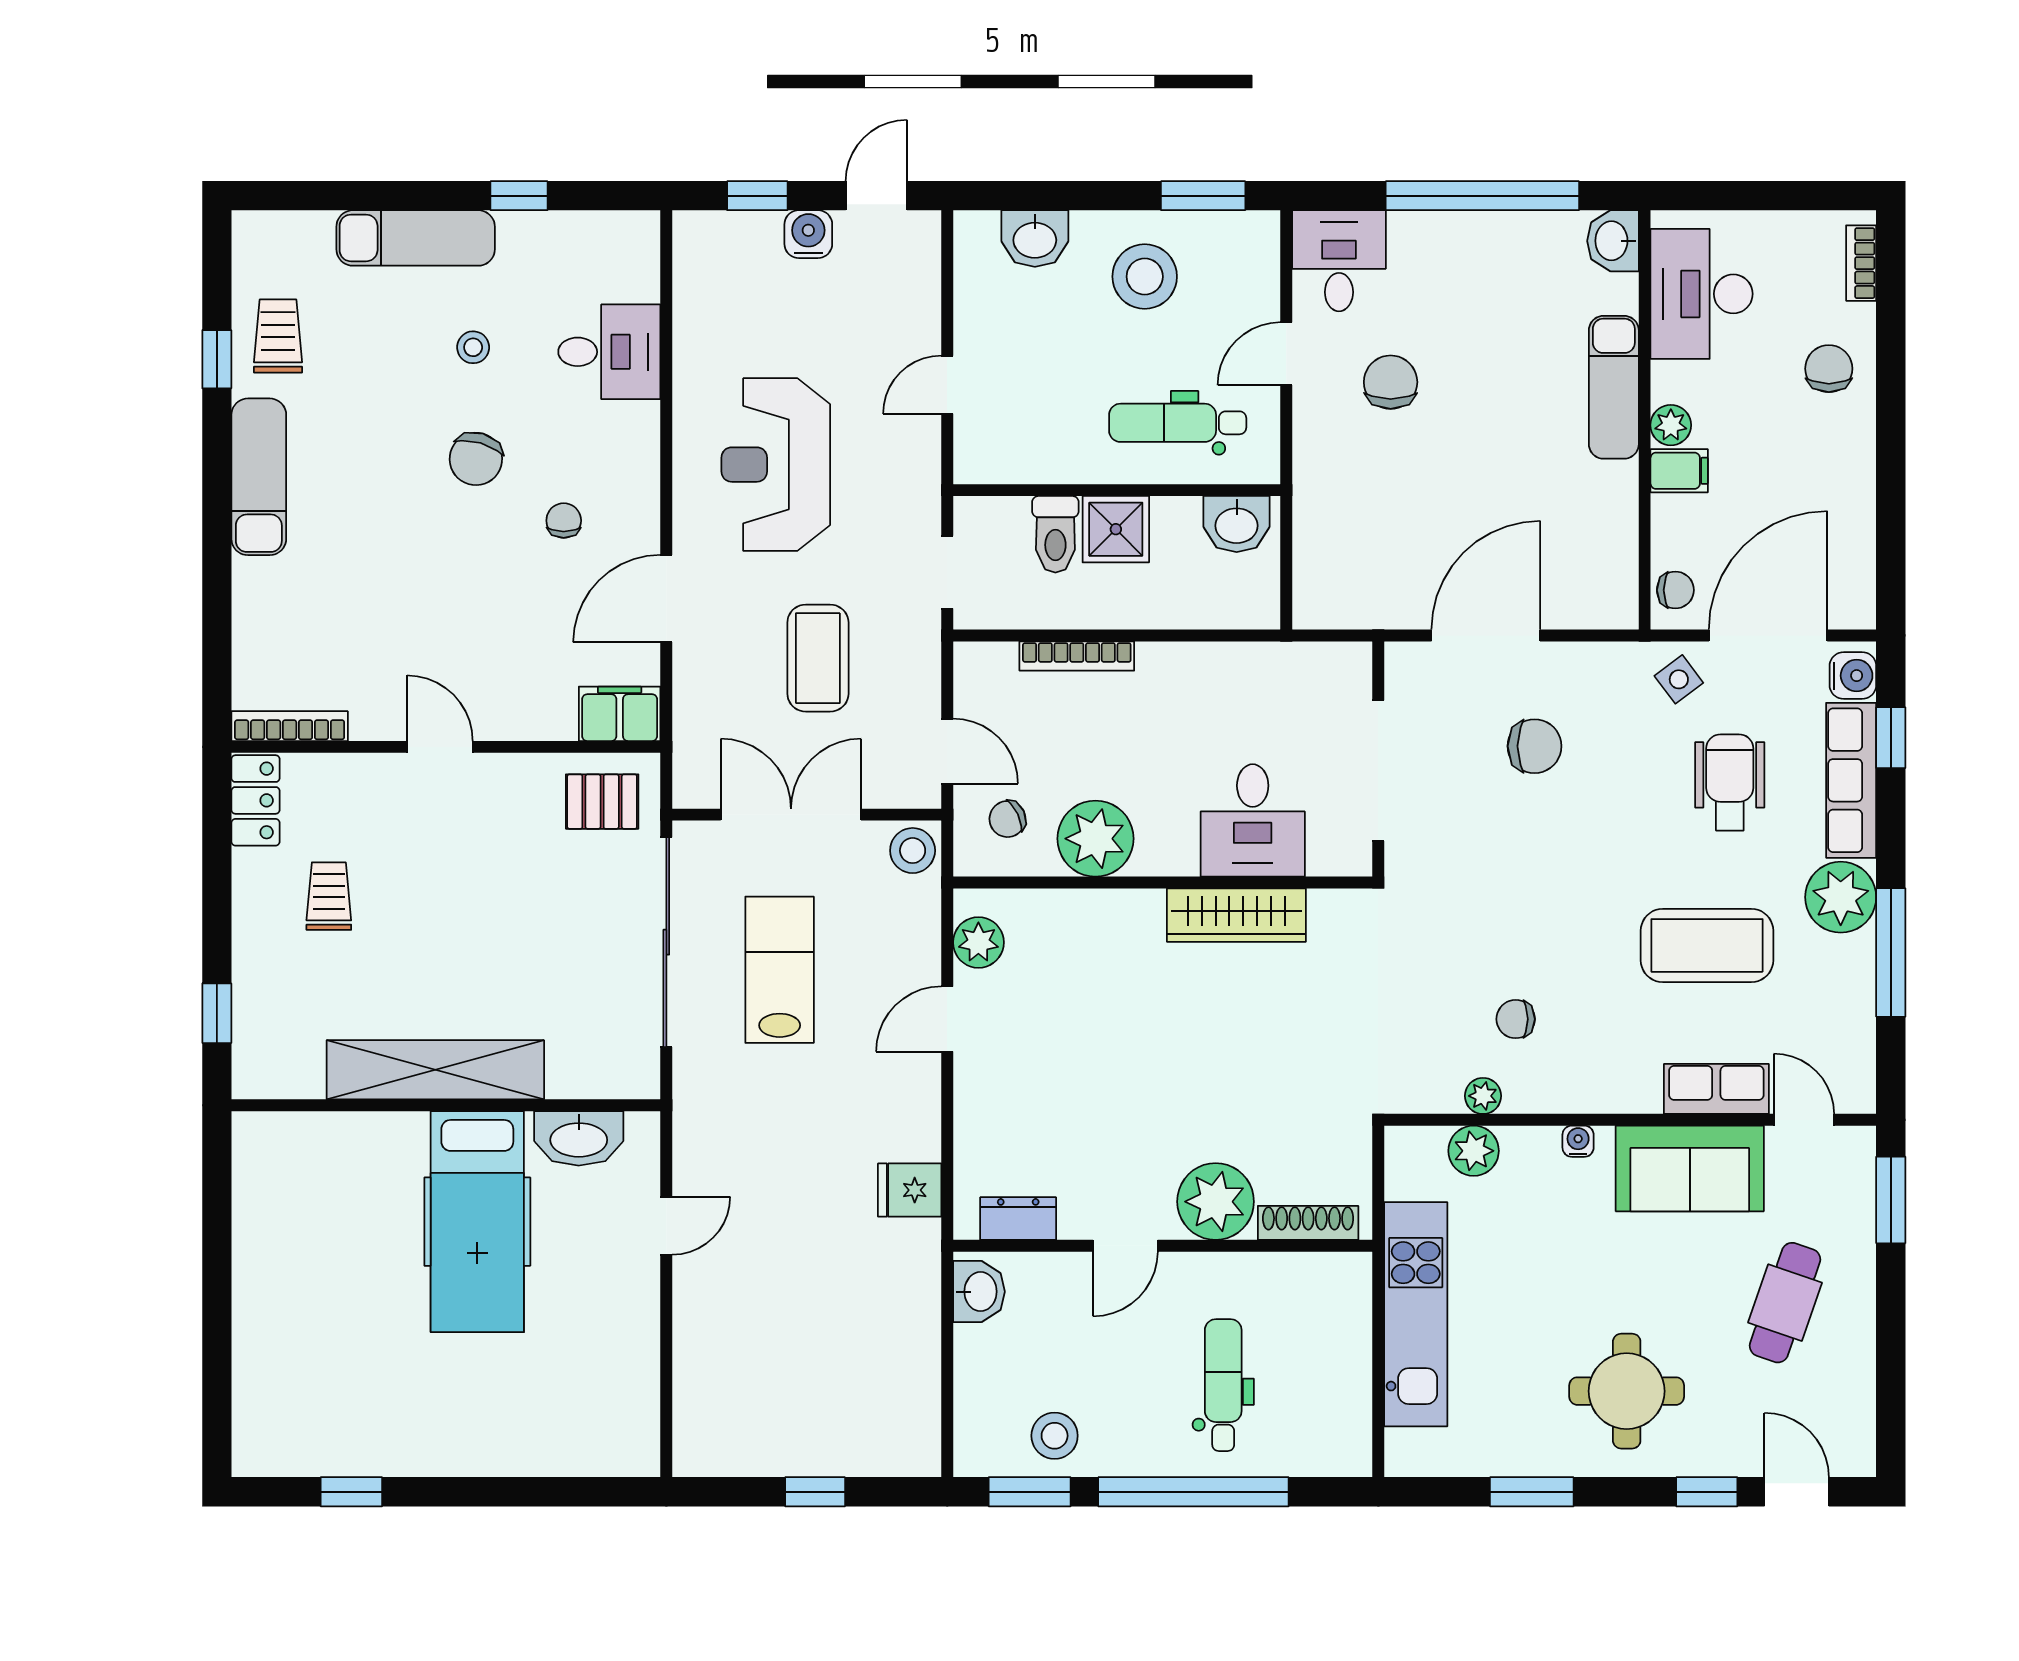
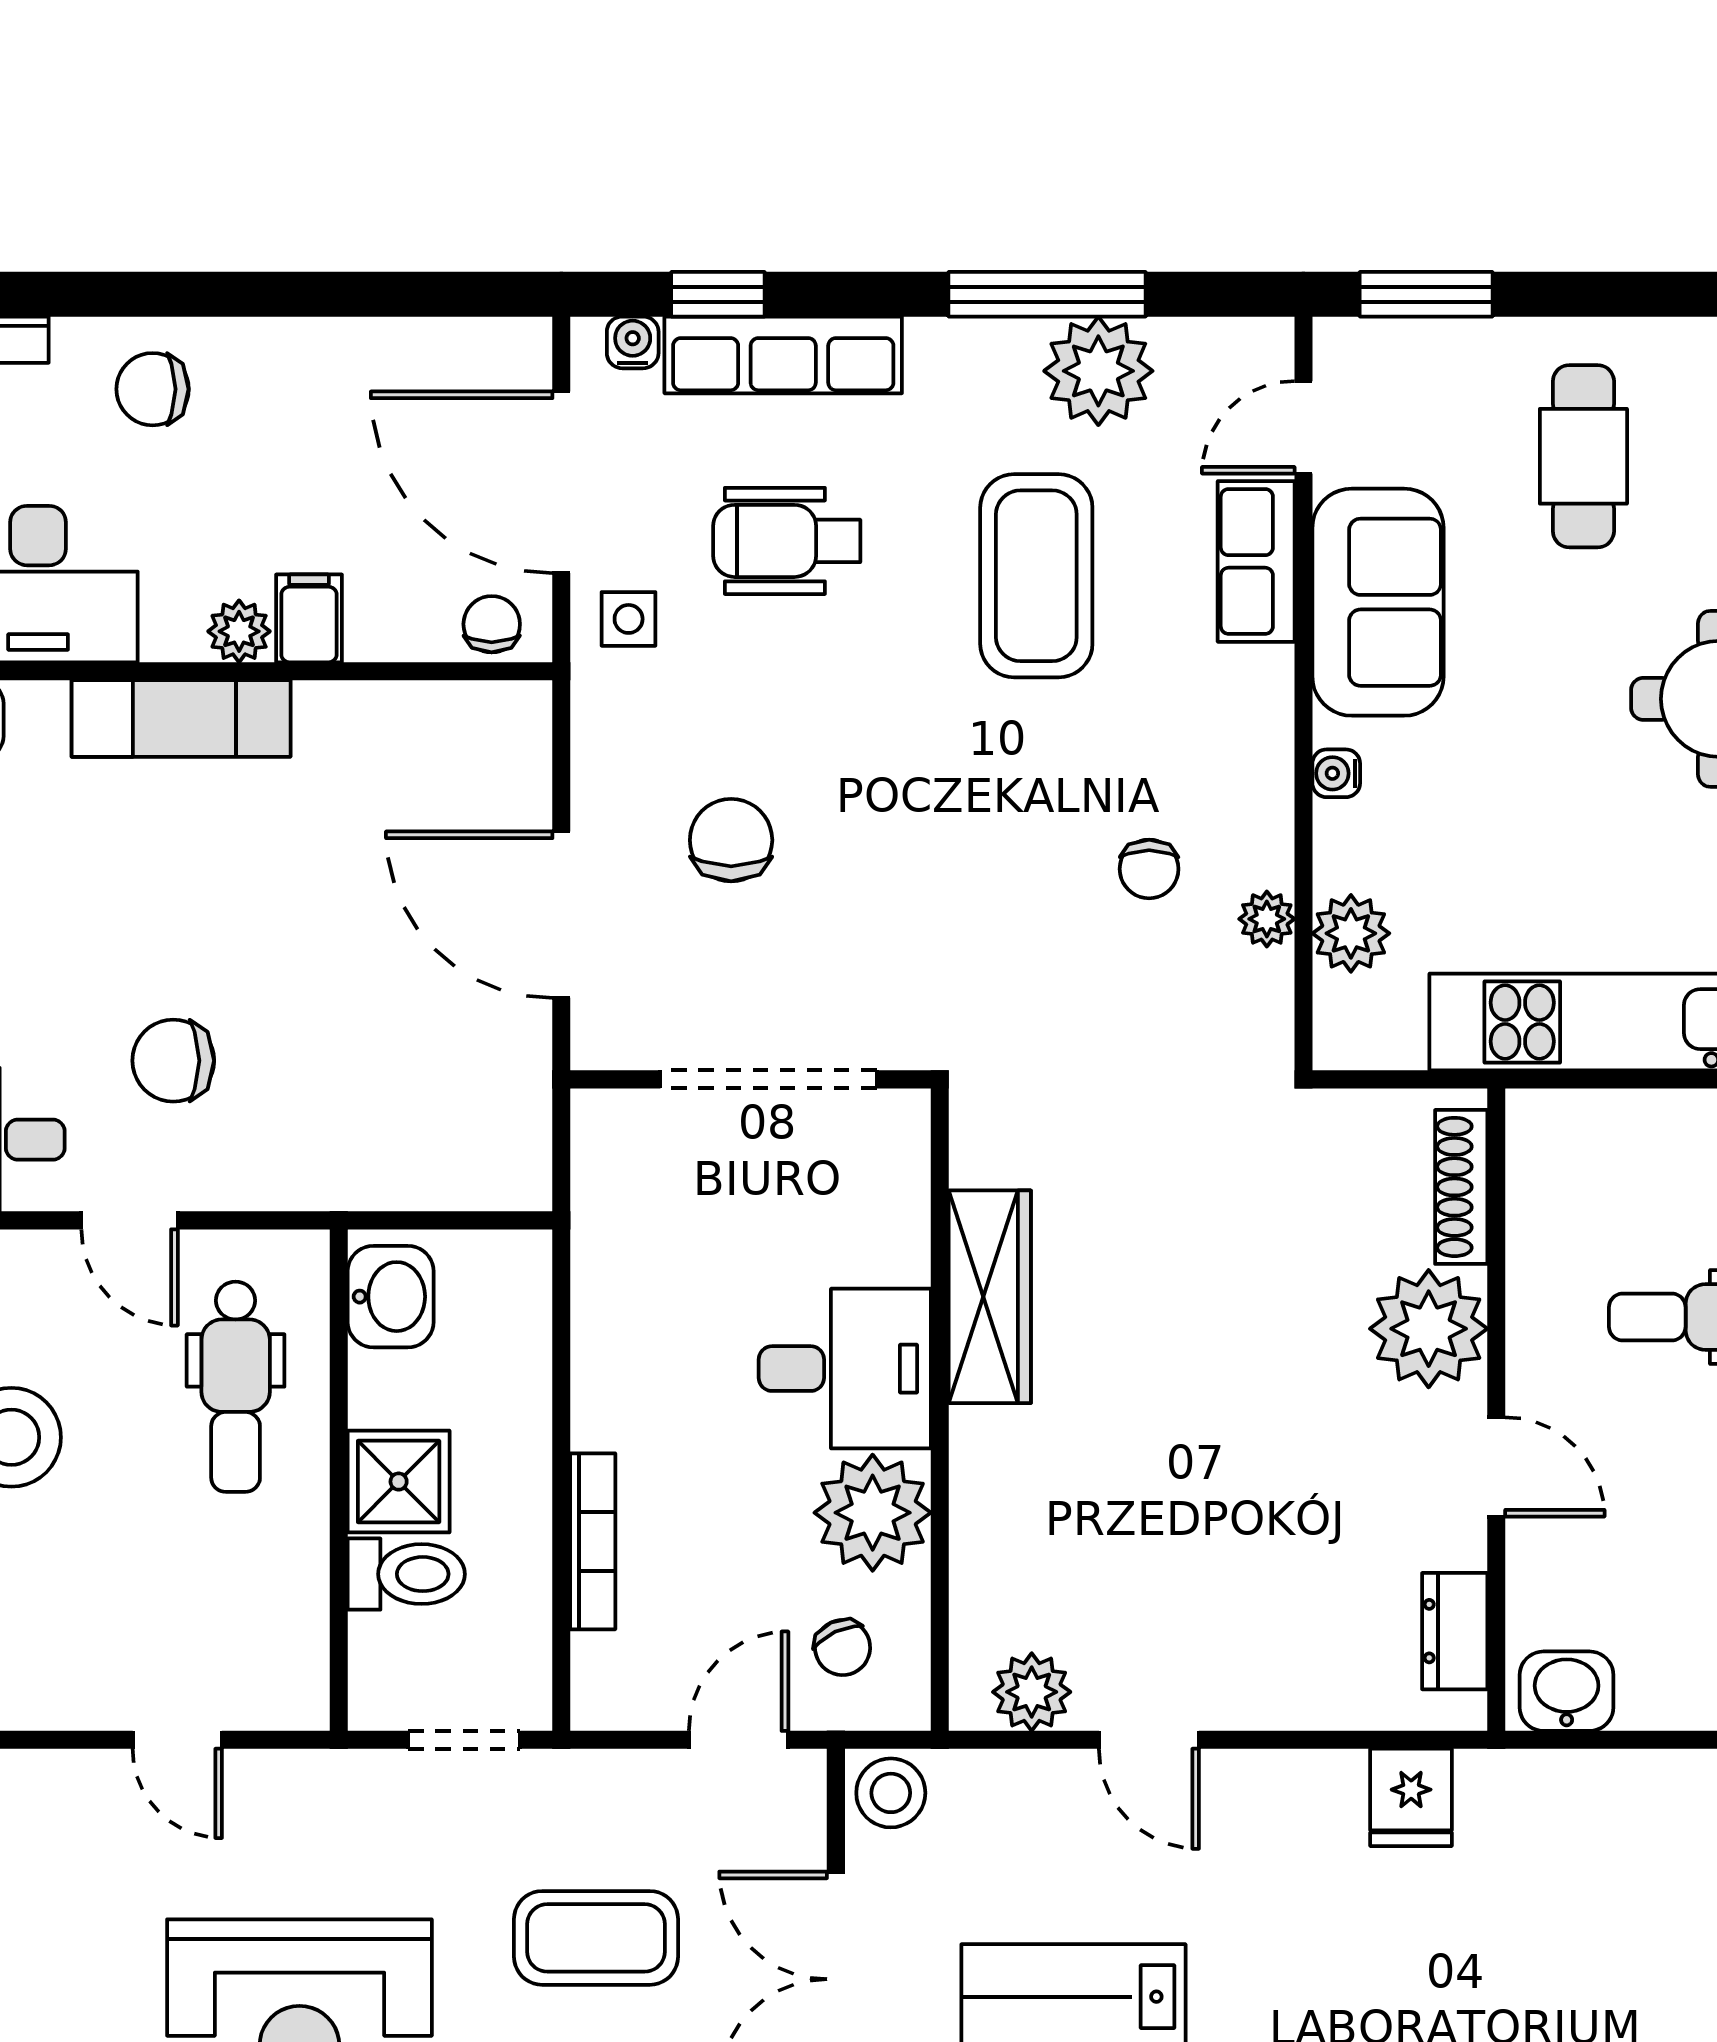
water cooler: (1853, 676) -> (633, 342), width x0.72, depth x0.72
side table: (1679, 679) -> (629, 619), turned 37
desk: (1253, 820) -> (845, 1369), moved
plant: (1841, 897) -> (1098, 371), moved
cafe table: (1785, 1303) -> (1583, 456), turned 71

